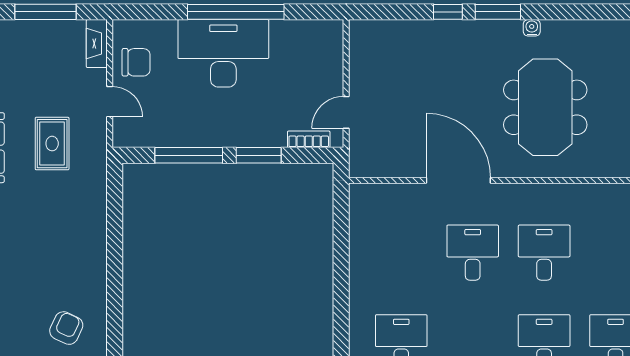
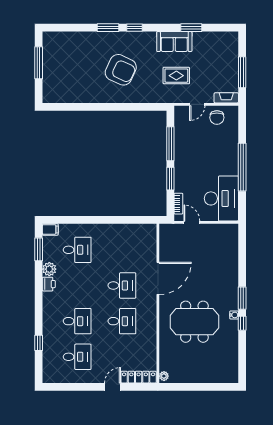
window: (448, 12) -> (242, 323), moved
desk: (223, 53) -> (221, 198), moved
armchair: (66, 328) -> (121, 70), moved, width x1.88, depth x1.88

